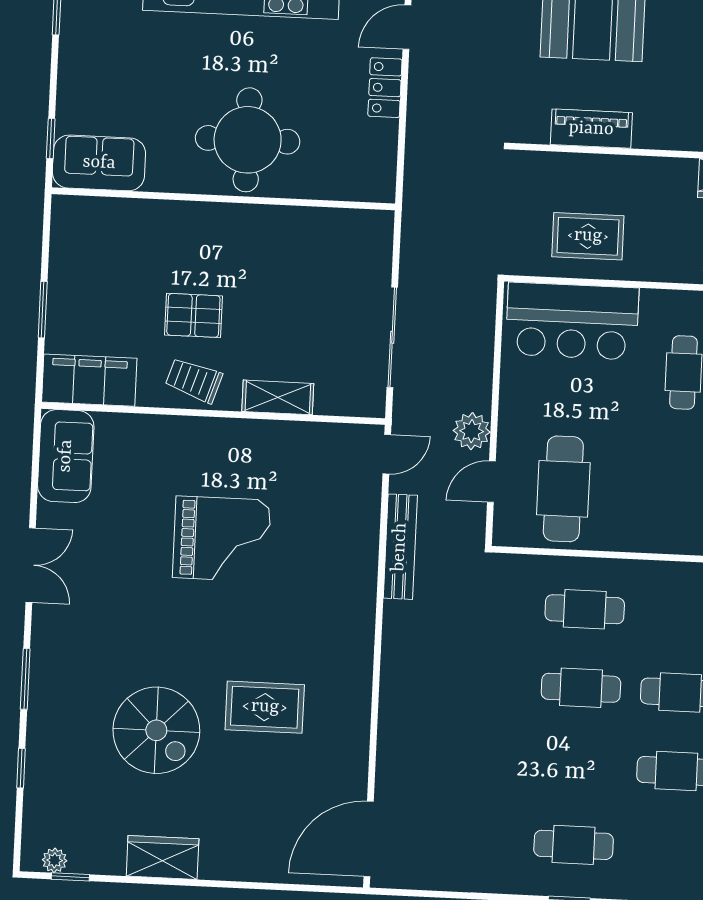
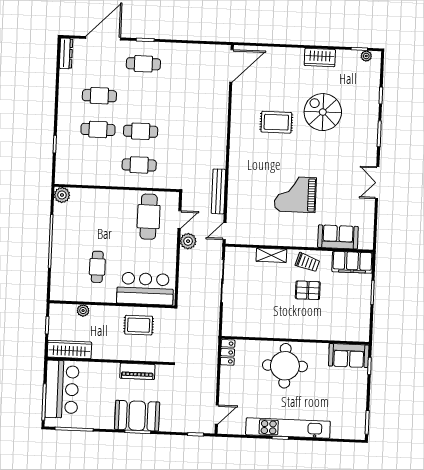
locker: (385, 88) -> (228, 352), moved
sofa: (66, 456) -> (338, 237), moved, turned 90

